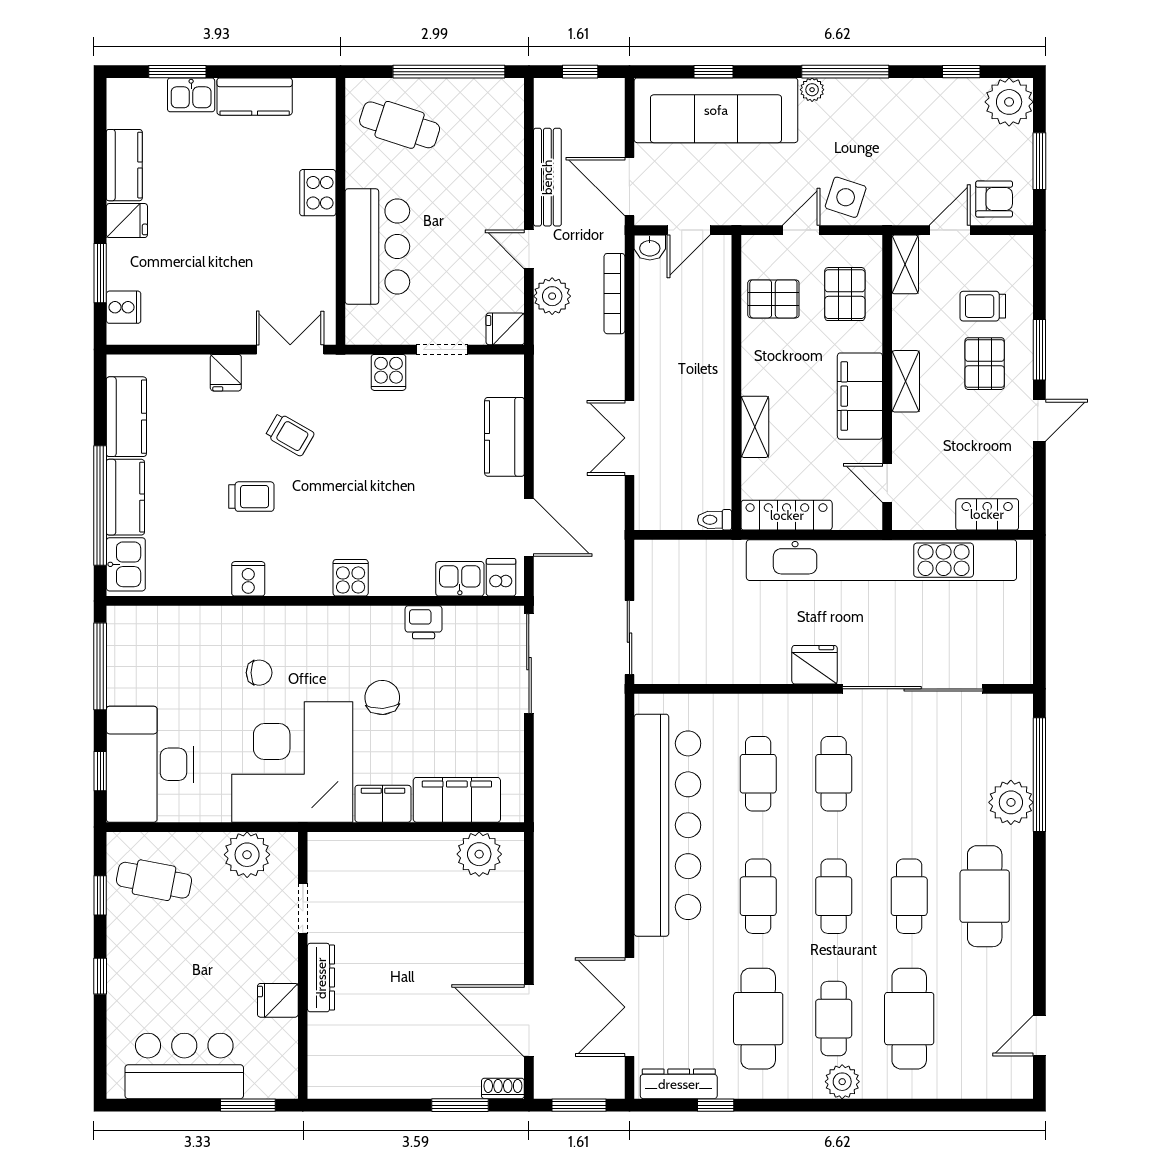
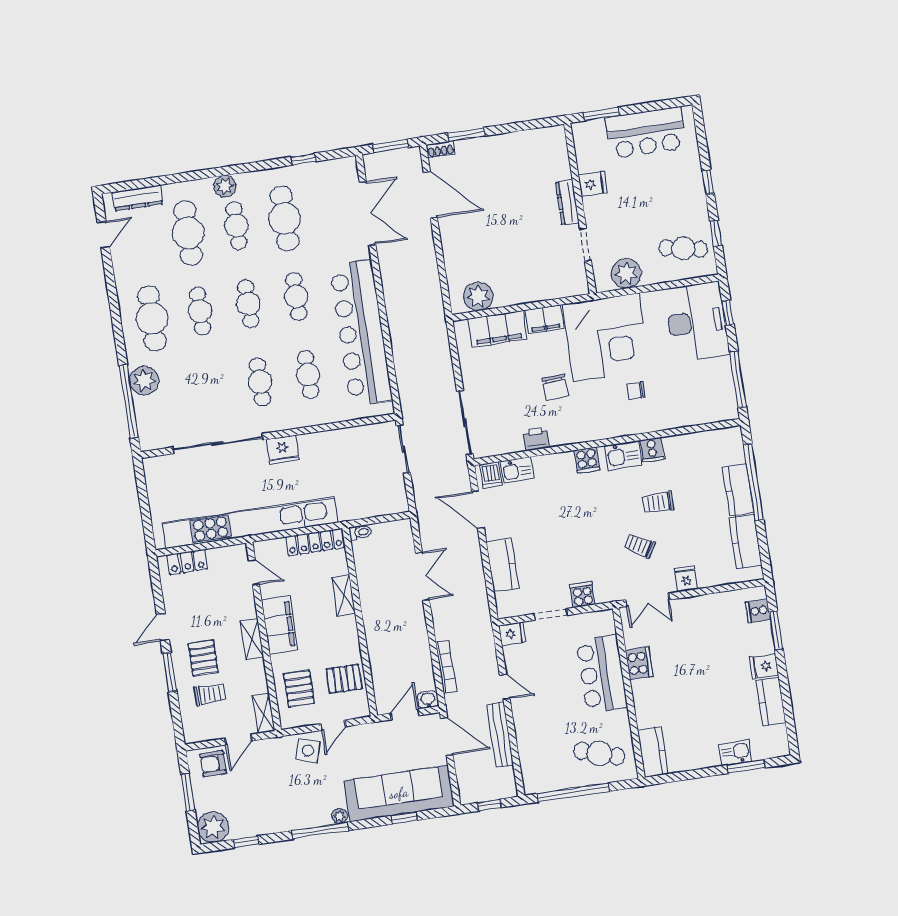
kitchen counter: (255, 97) -> (653, 752), moved, turned 90
cooker: (318, 193) -> (639, 663), moved
plant: (552, 296) -> (486, 659), removed
kitchen sink: (126, 564) -> (623, 455), moved, turned -90
dresser: (679, 1084) -> (138, 198), moved

